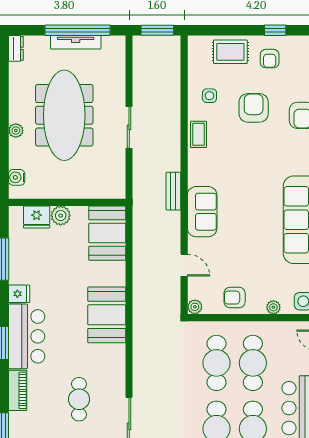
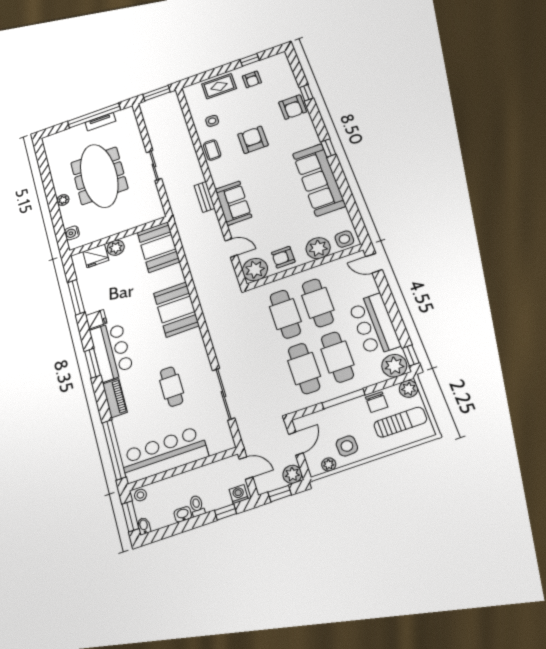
tv unit: (76, 42) -> (100, 122), width x0.71
dresser: (16, 48) -> (49, 145), removed
armchair: (254, 108) -> (253, 140), moved
plant: (195, 307) -> (255, 270), width x1.87, depth x1.87
plant: (273, 307) -> (318, 248), width x1.88, depth x1.88

